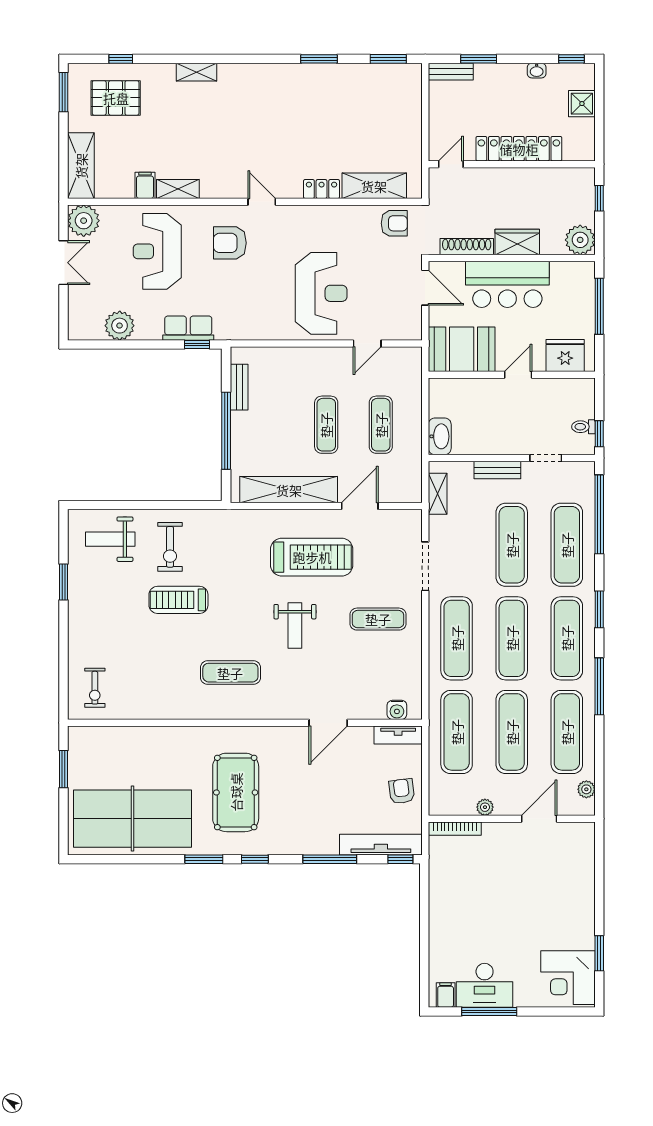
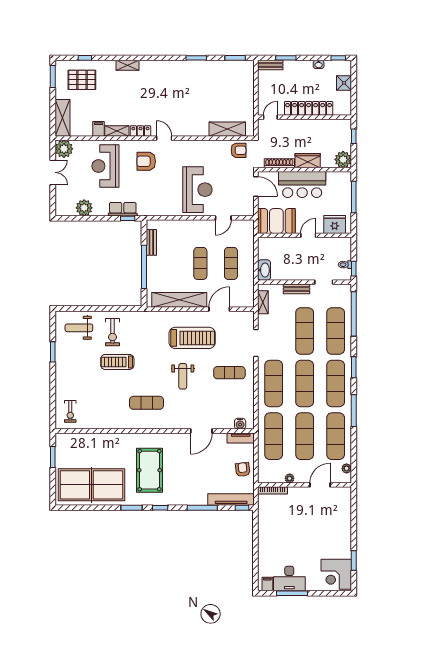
locker: (322, 189) -> (140, 131), moved

